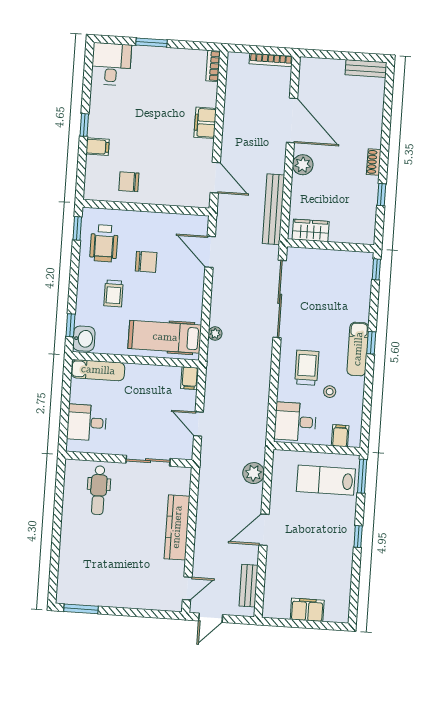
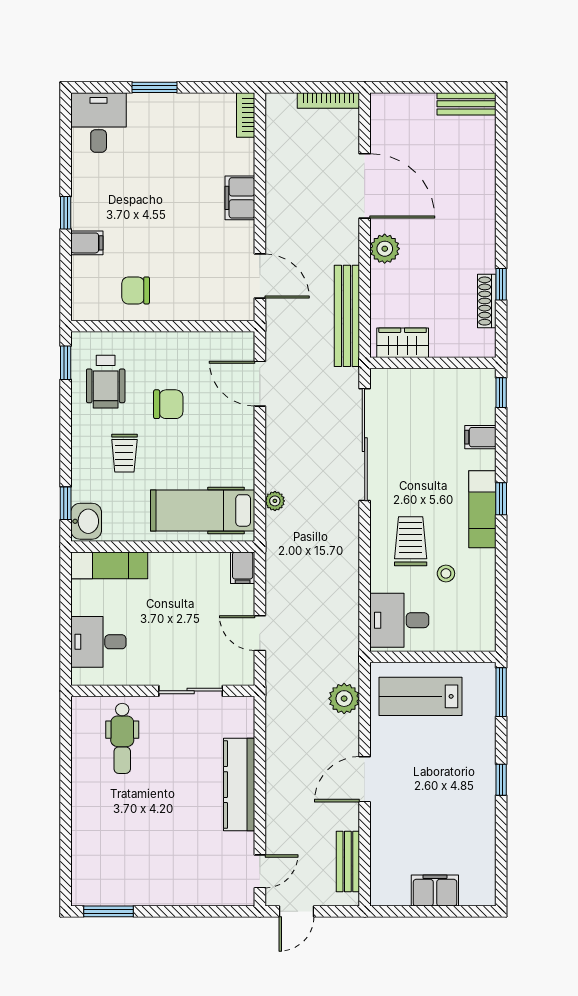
shoe rack: (374, 162) -> (487, 301), moved, width x1.43
filing cabinet: (340, 436) -> (480, 437), moved, turned -90
lab bench: (326, 480) -> (421, 696), moved

